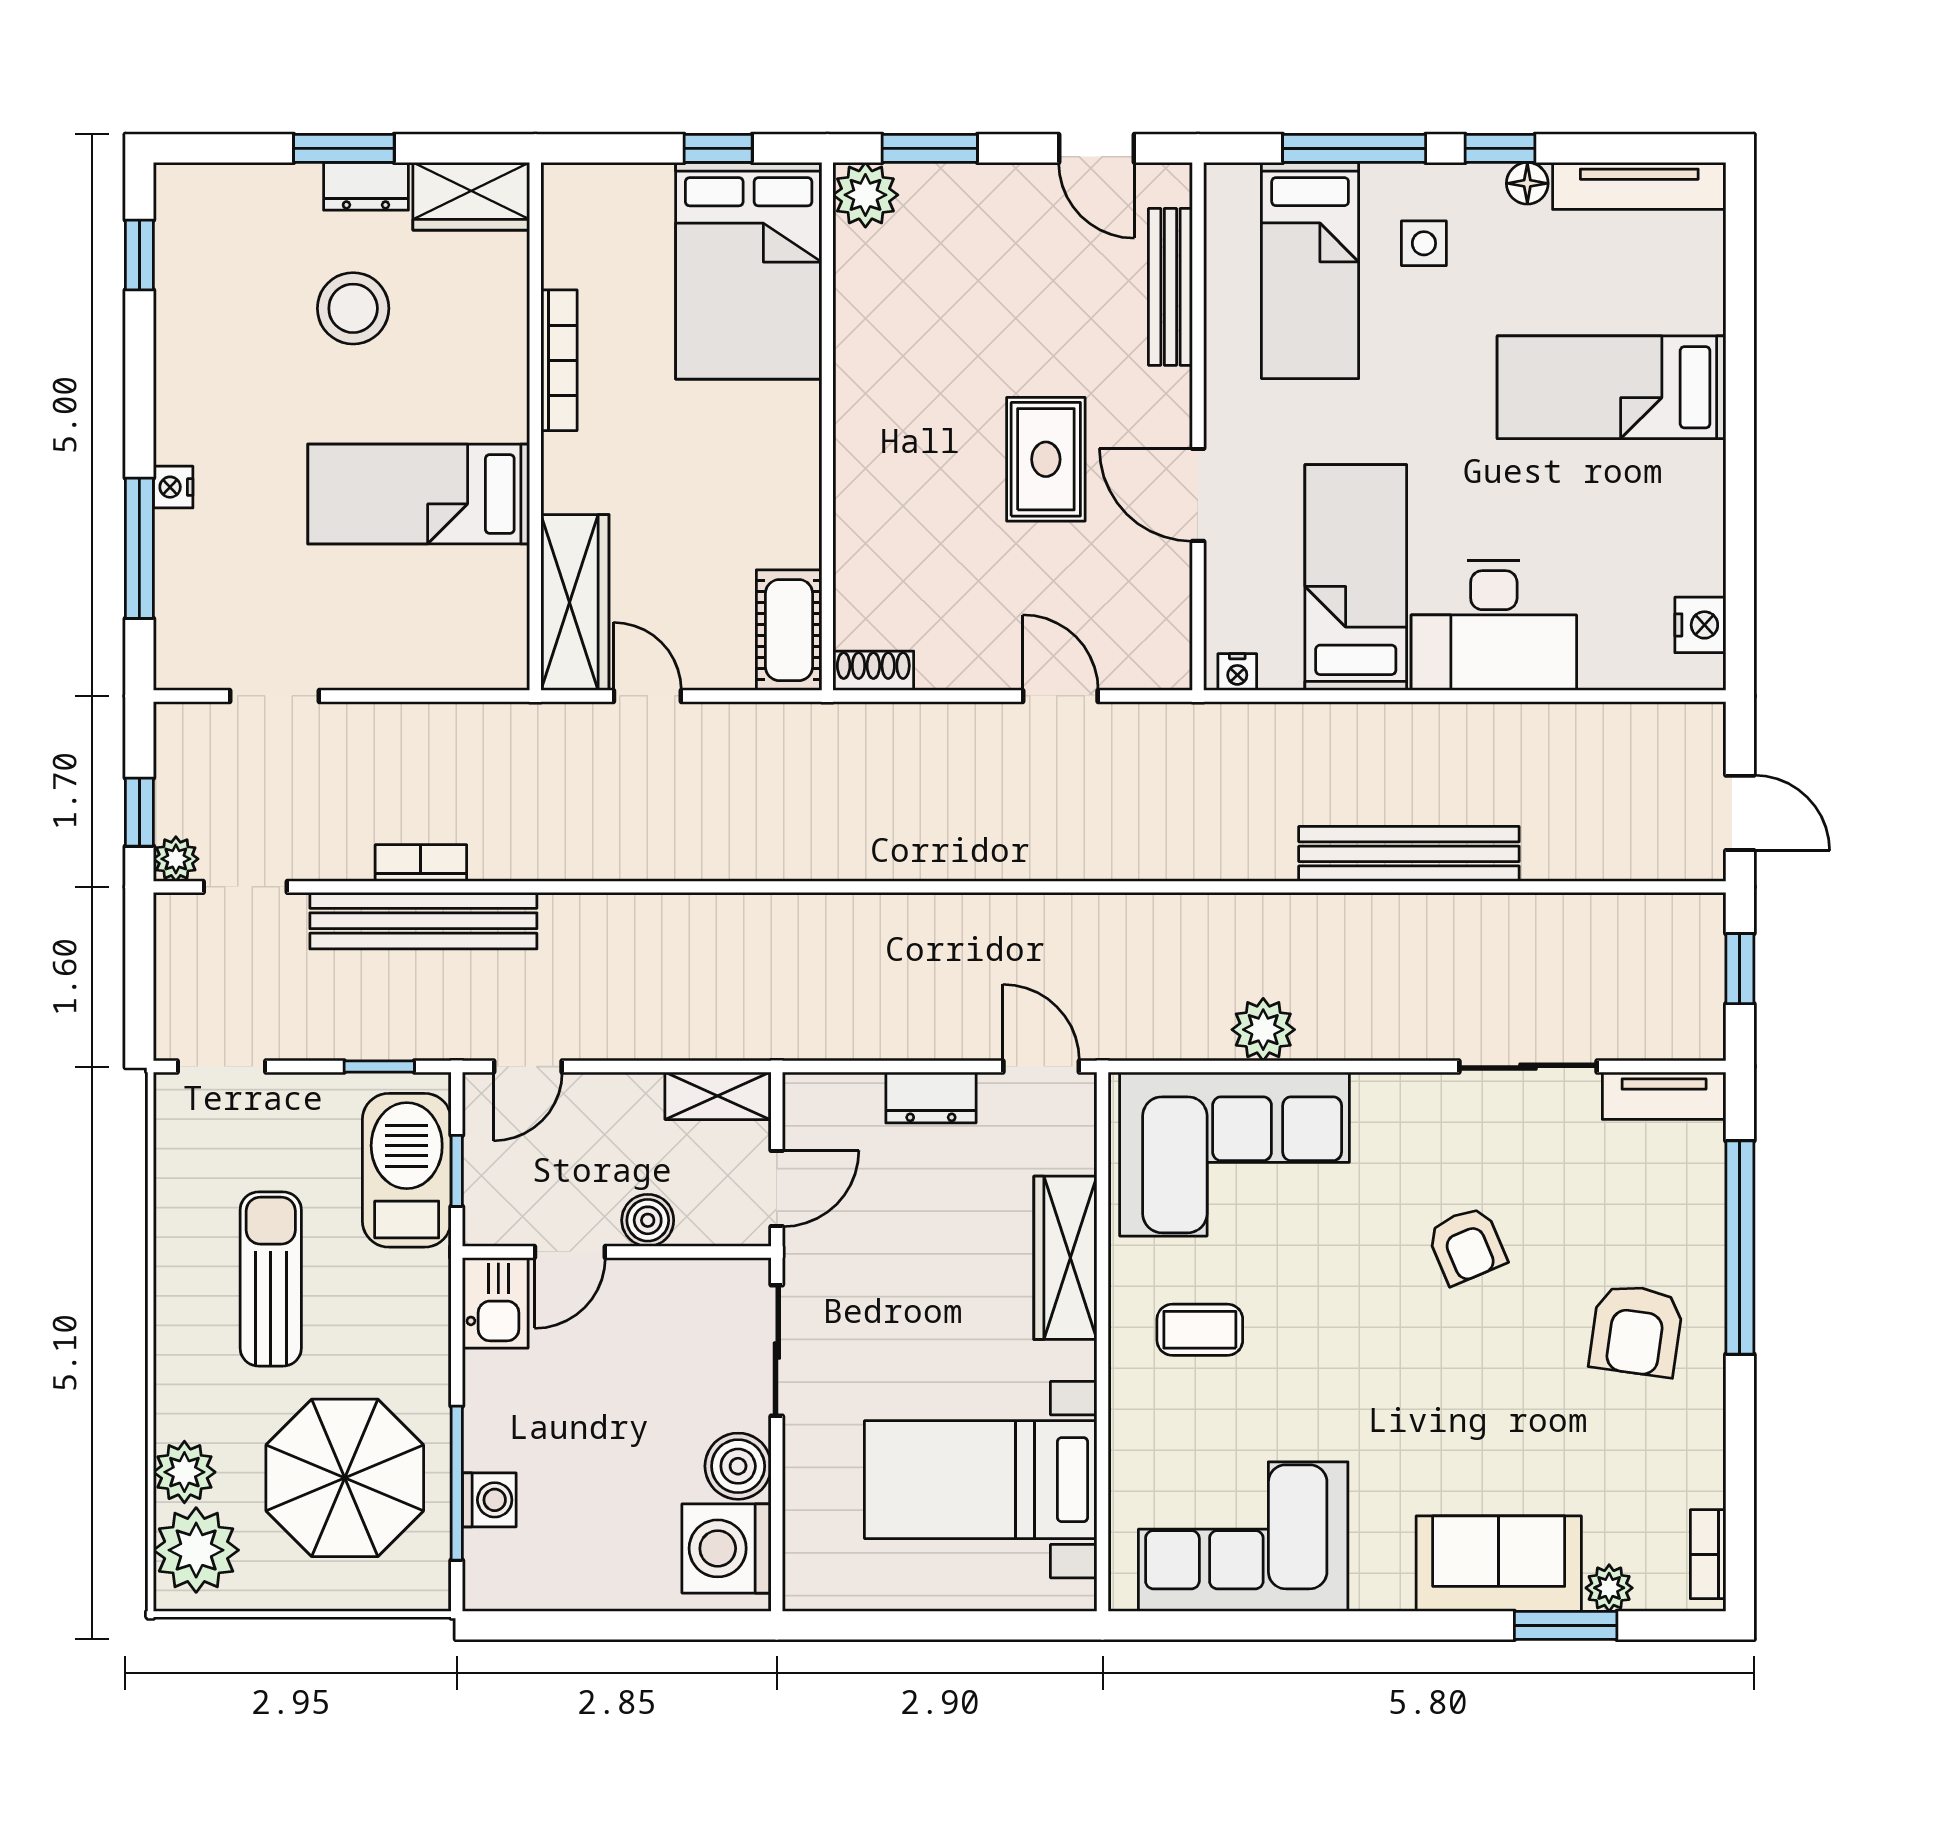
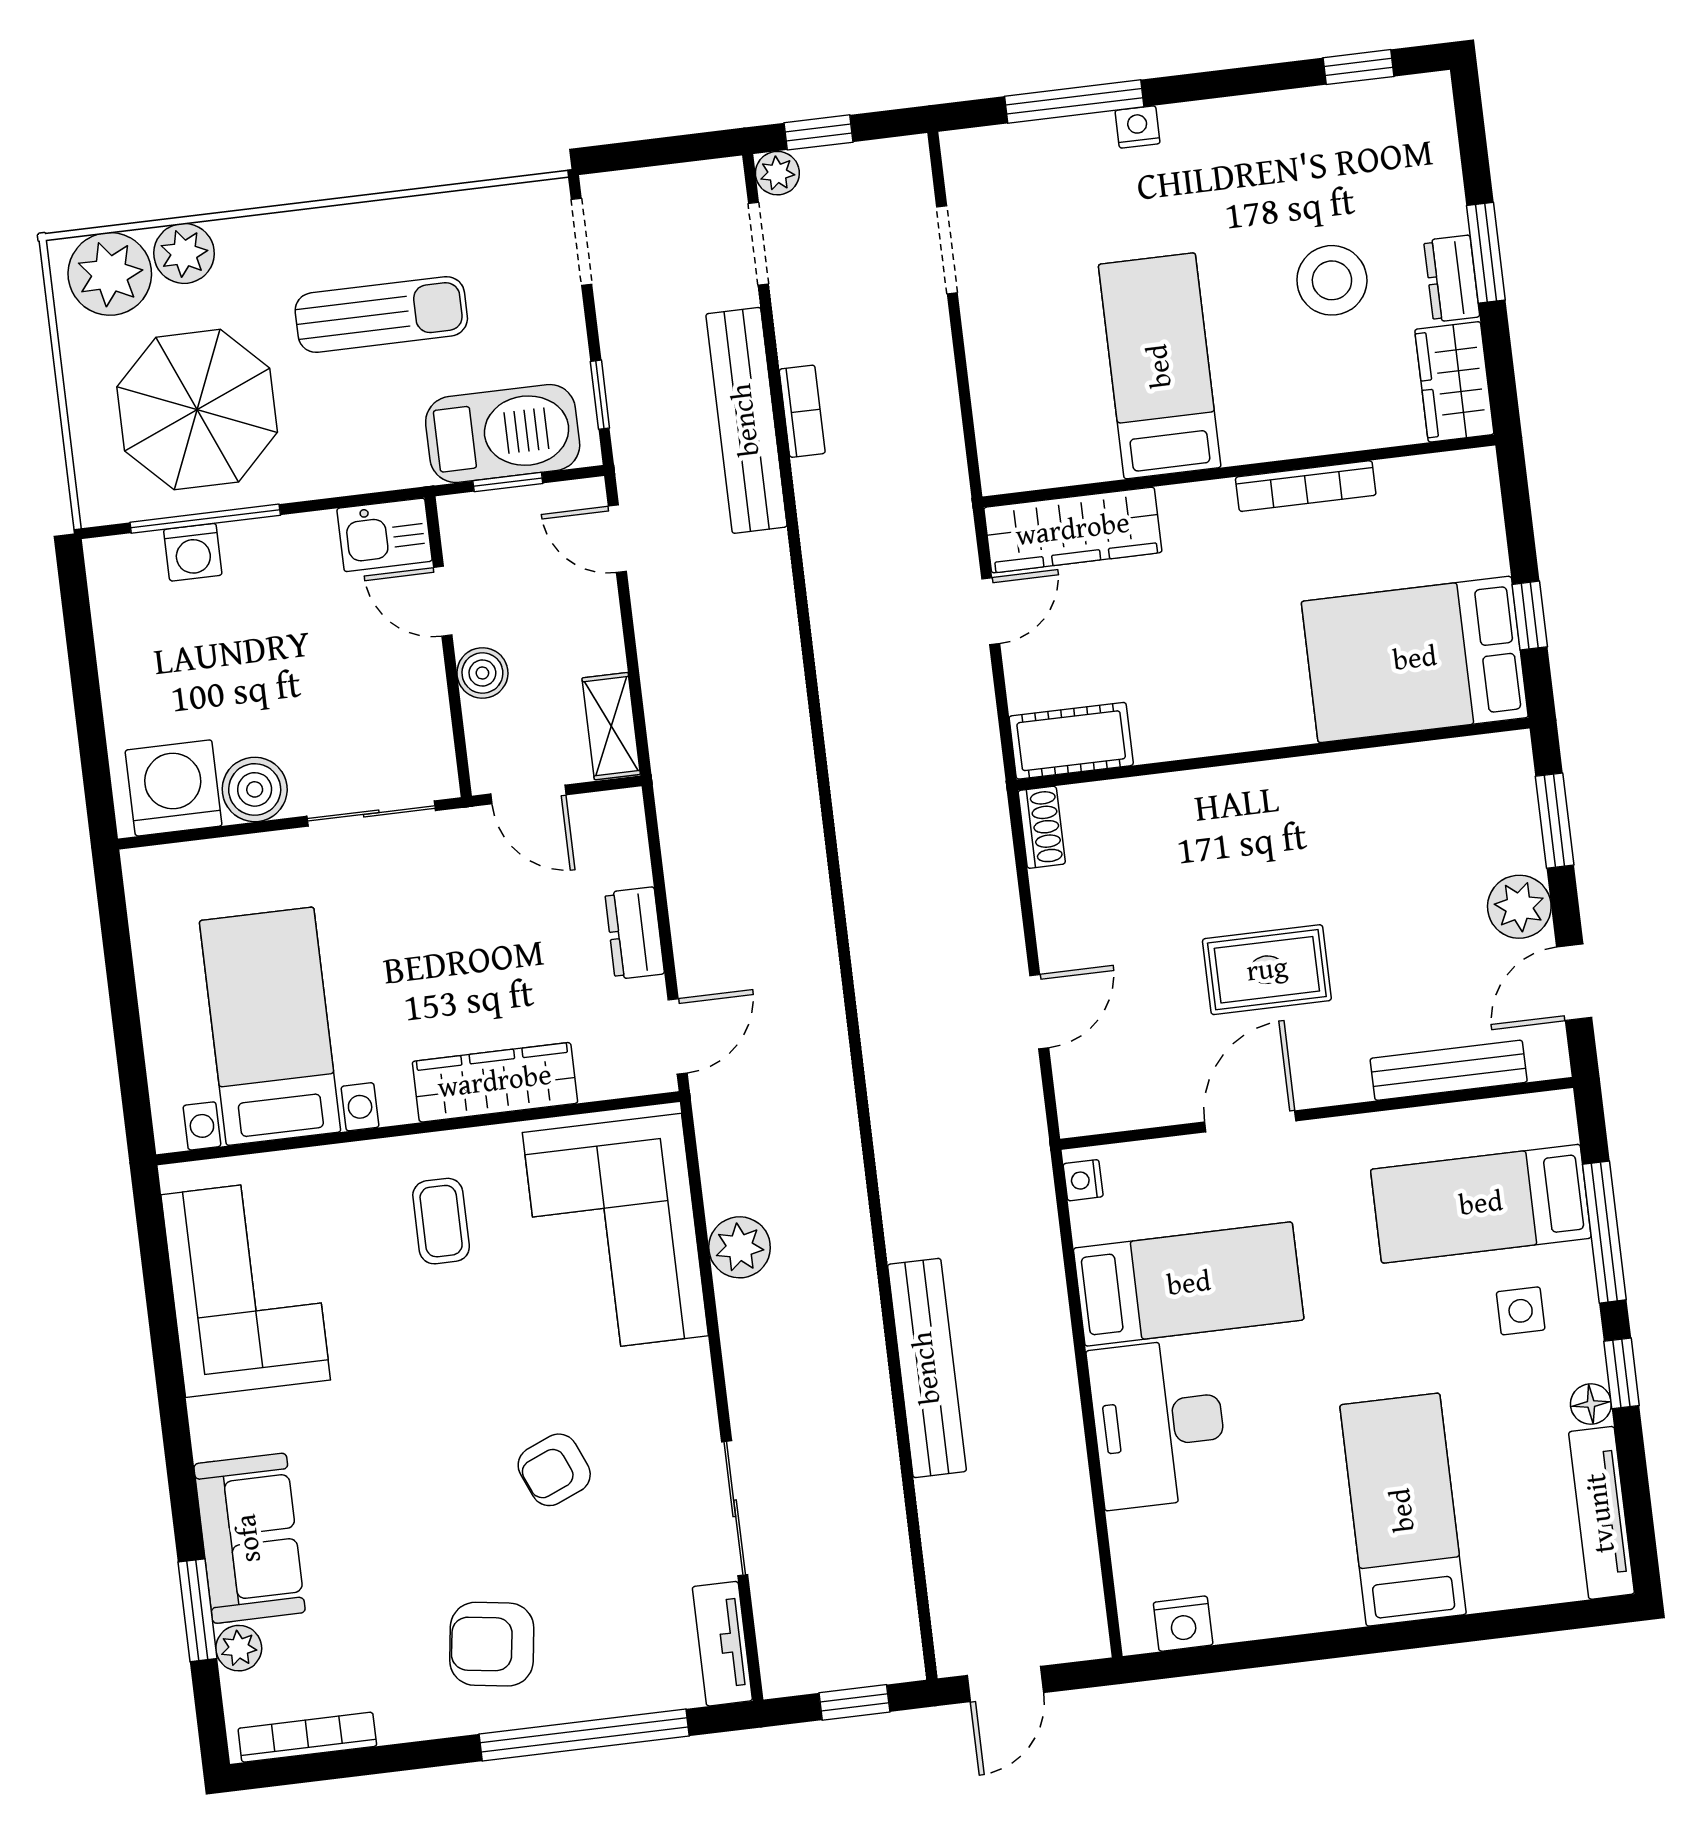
plant: (865, 195) -> (1519, 907), moved
bookcase: (1708, 1554) -> (307, 1737), width x1.56

